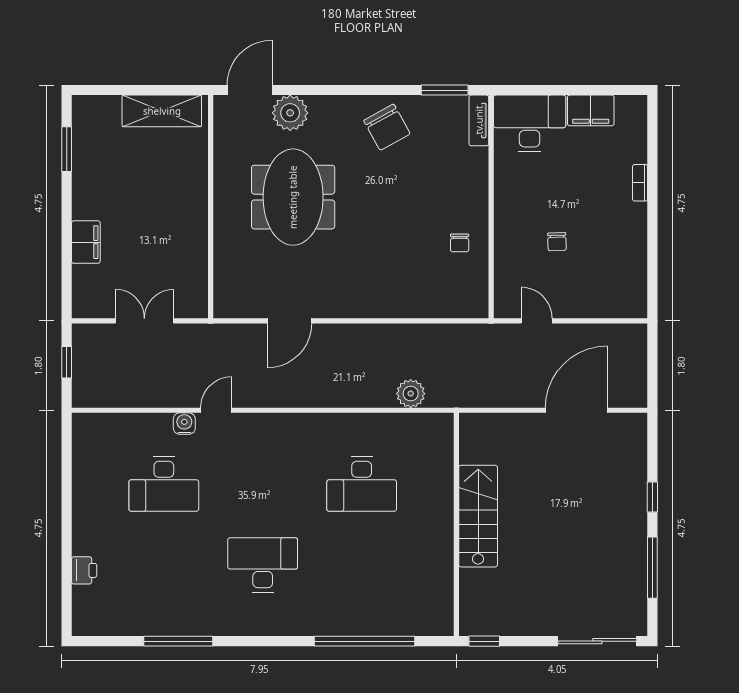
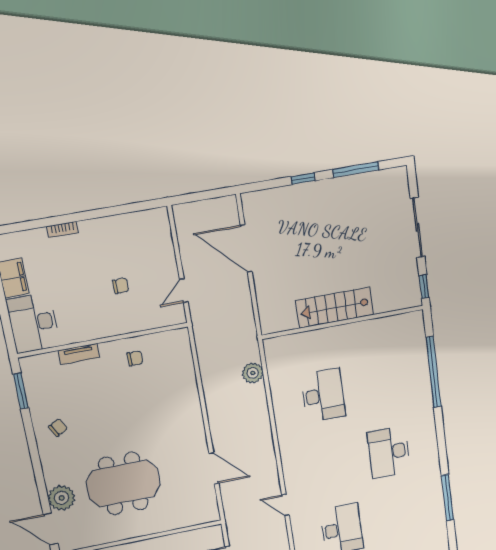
tv unit: (479, 120) -> (79, 354), moved
chair: (387, 127) -> (58, 428), width x0.54, depth x0.54
water cooler: (184, 424) -> (298, 524), removed
sliding door: (597, 641) -> (418, 227), moved

